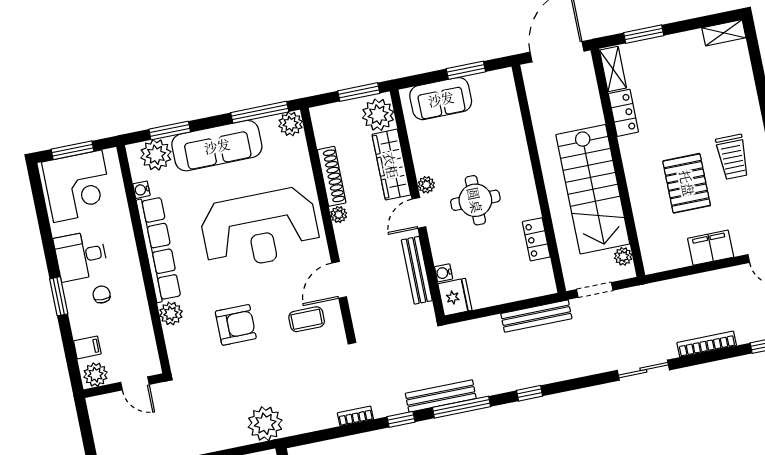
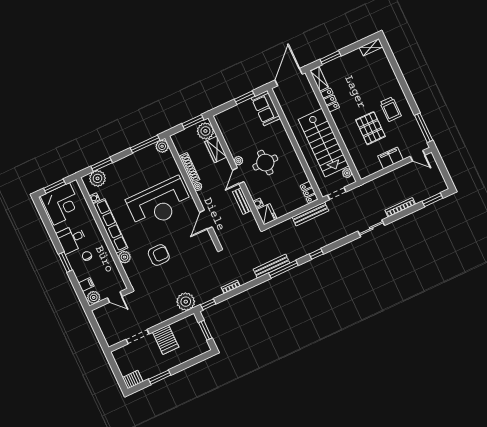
sofa: (441, 99) -> (266, 108), moved, turned 90
sofa: (217, 146) -> (127, 166), removed
wardrobe: (391, 165) -> (216, 149), width x0.67
locker: (536, 239) -> (309, 192), moved
bench: (417, 270) -> (242, 201), width x0.73
coffee table: (307, 319) -> (194, 244), removed
window: (401, 419) -> (208, 304), moved

